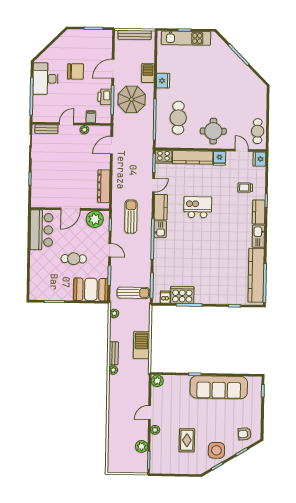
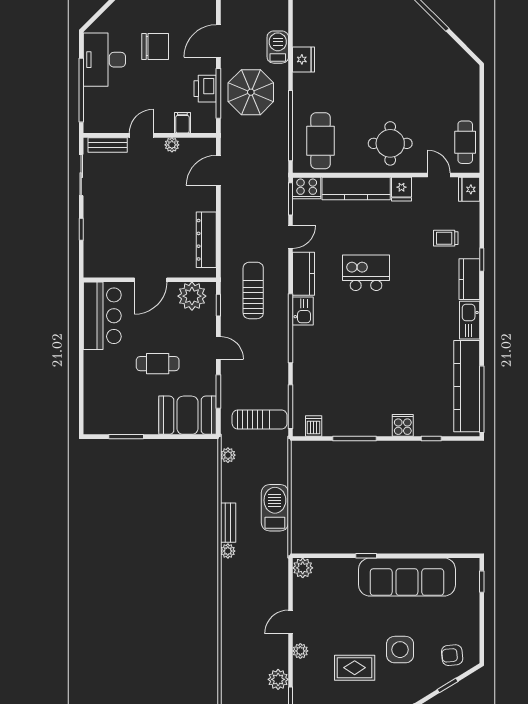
cafe table: (178, 118) -> (321, 141), moved
cooker: (182, 295) -> (403, 425), moved, width x0.53, depth x0.76
rug: (187, 440) -> (355, 668), turned 90
side table: (216, 450) -> (400, 650), moved

